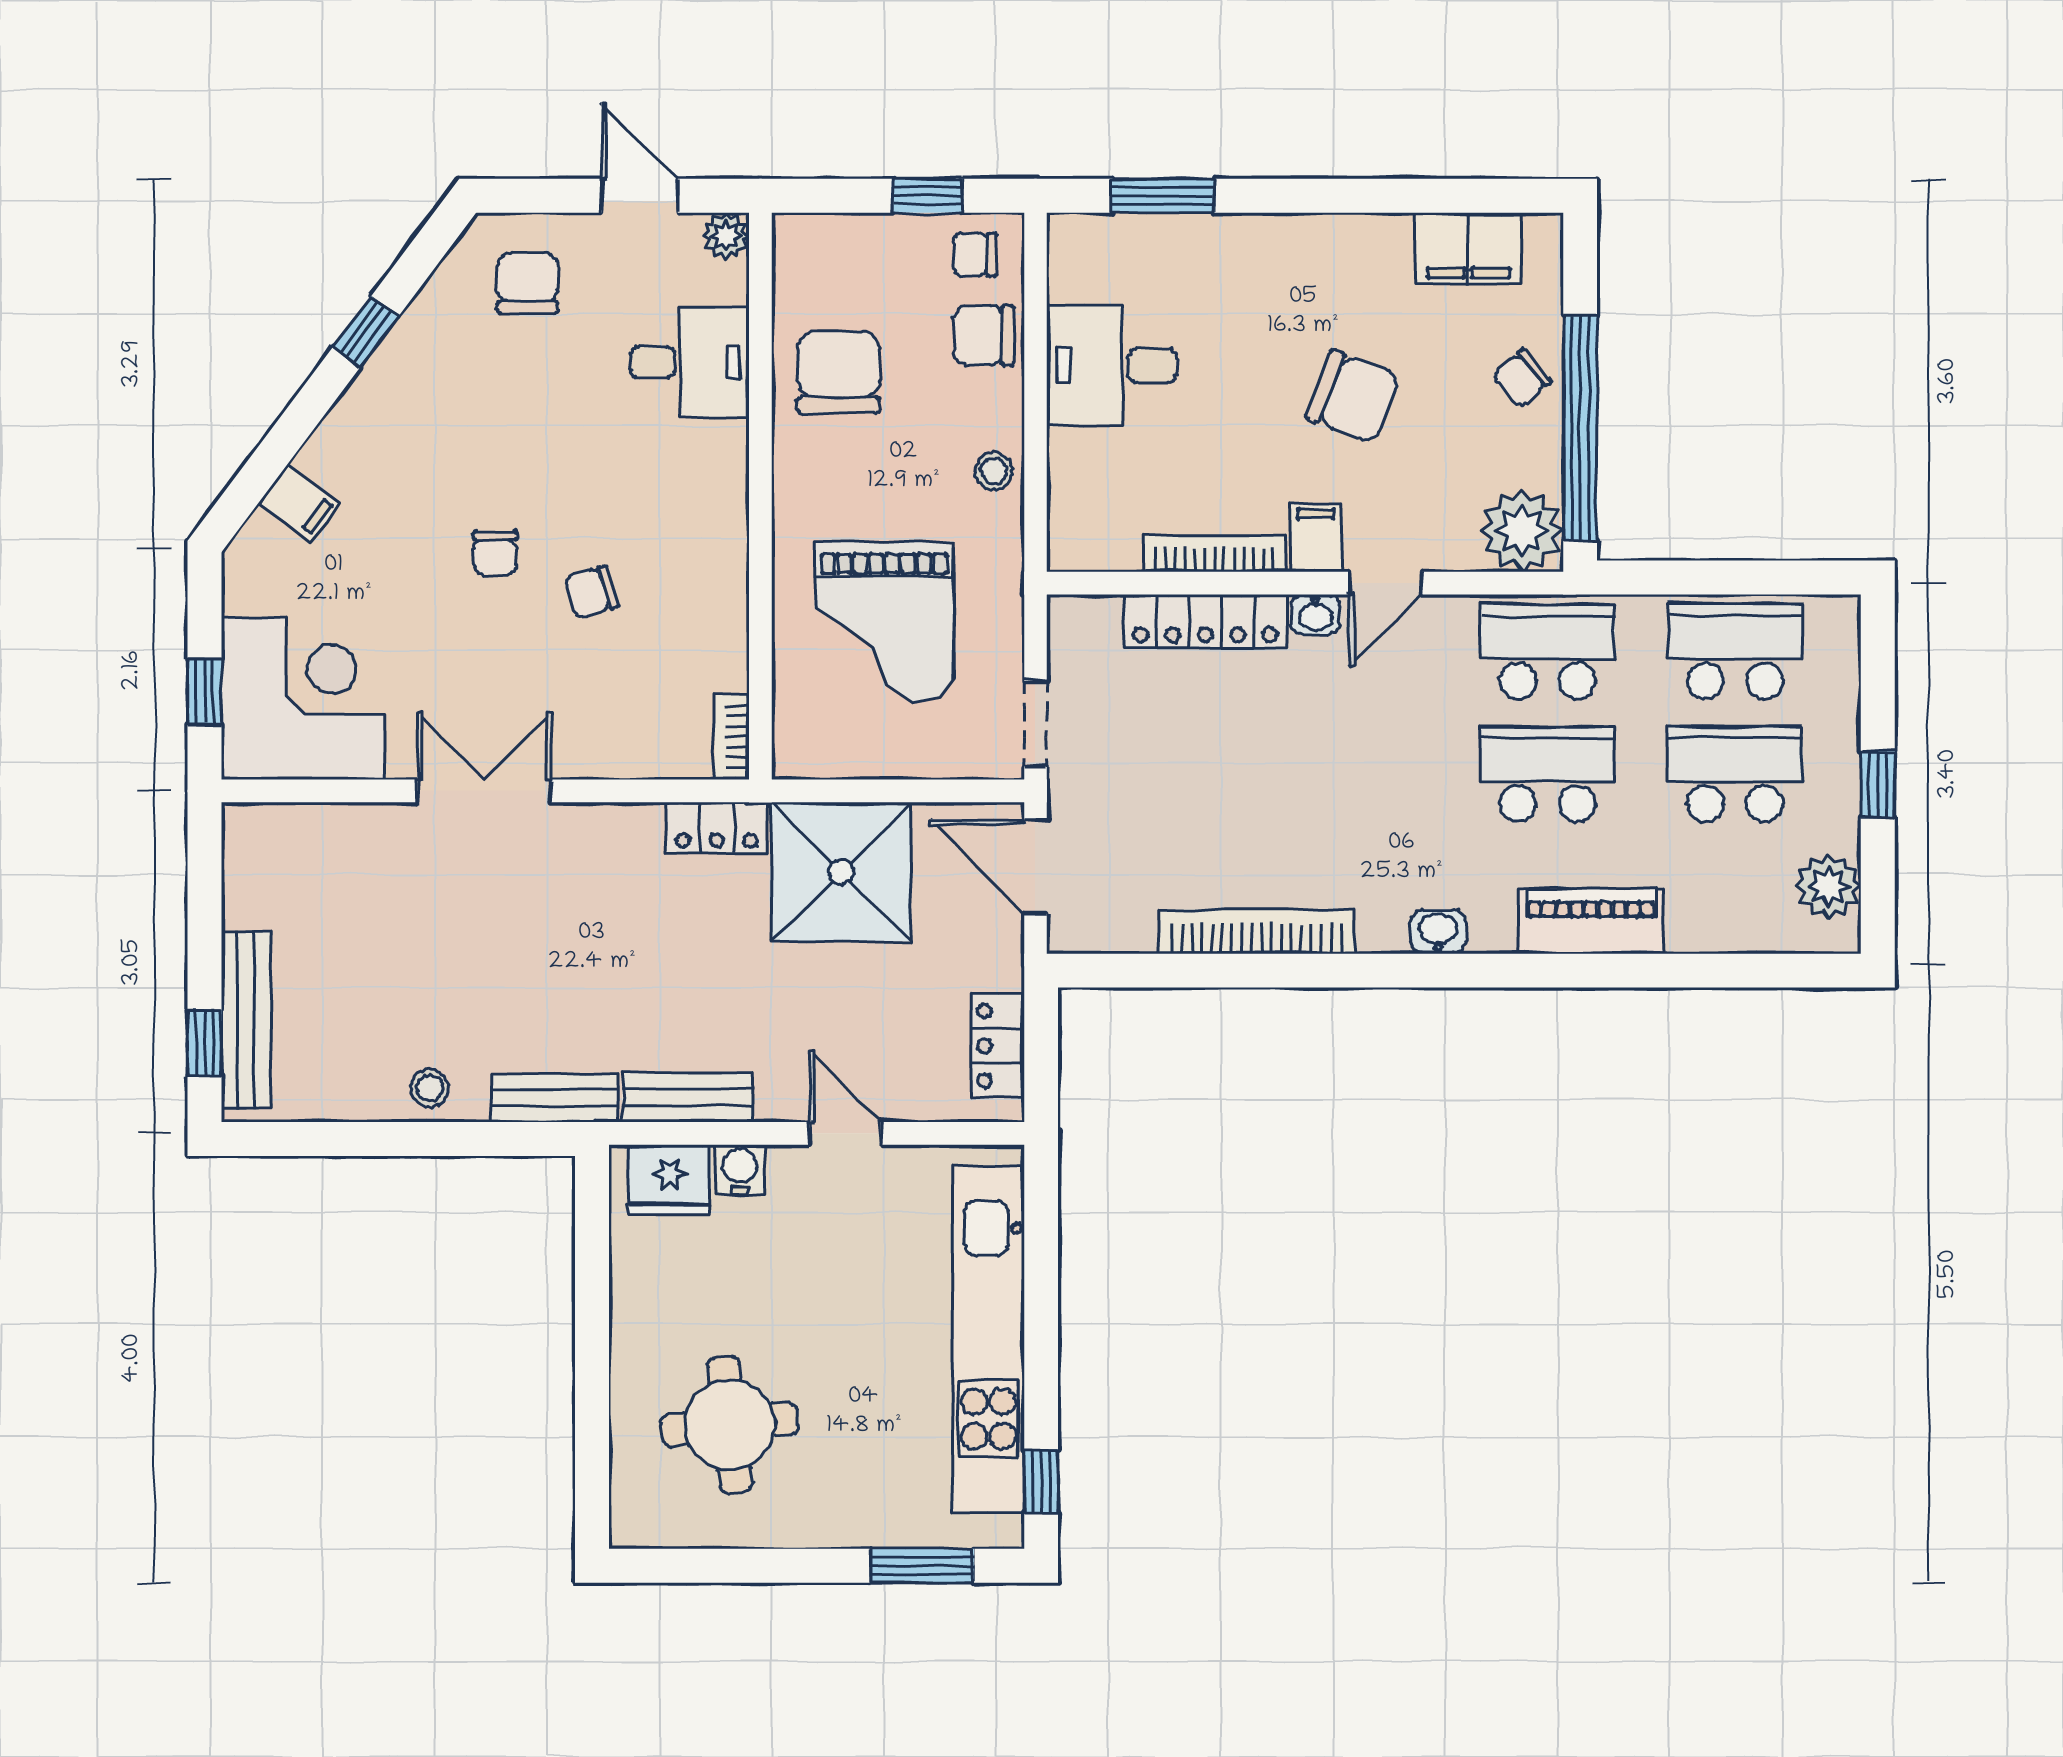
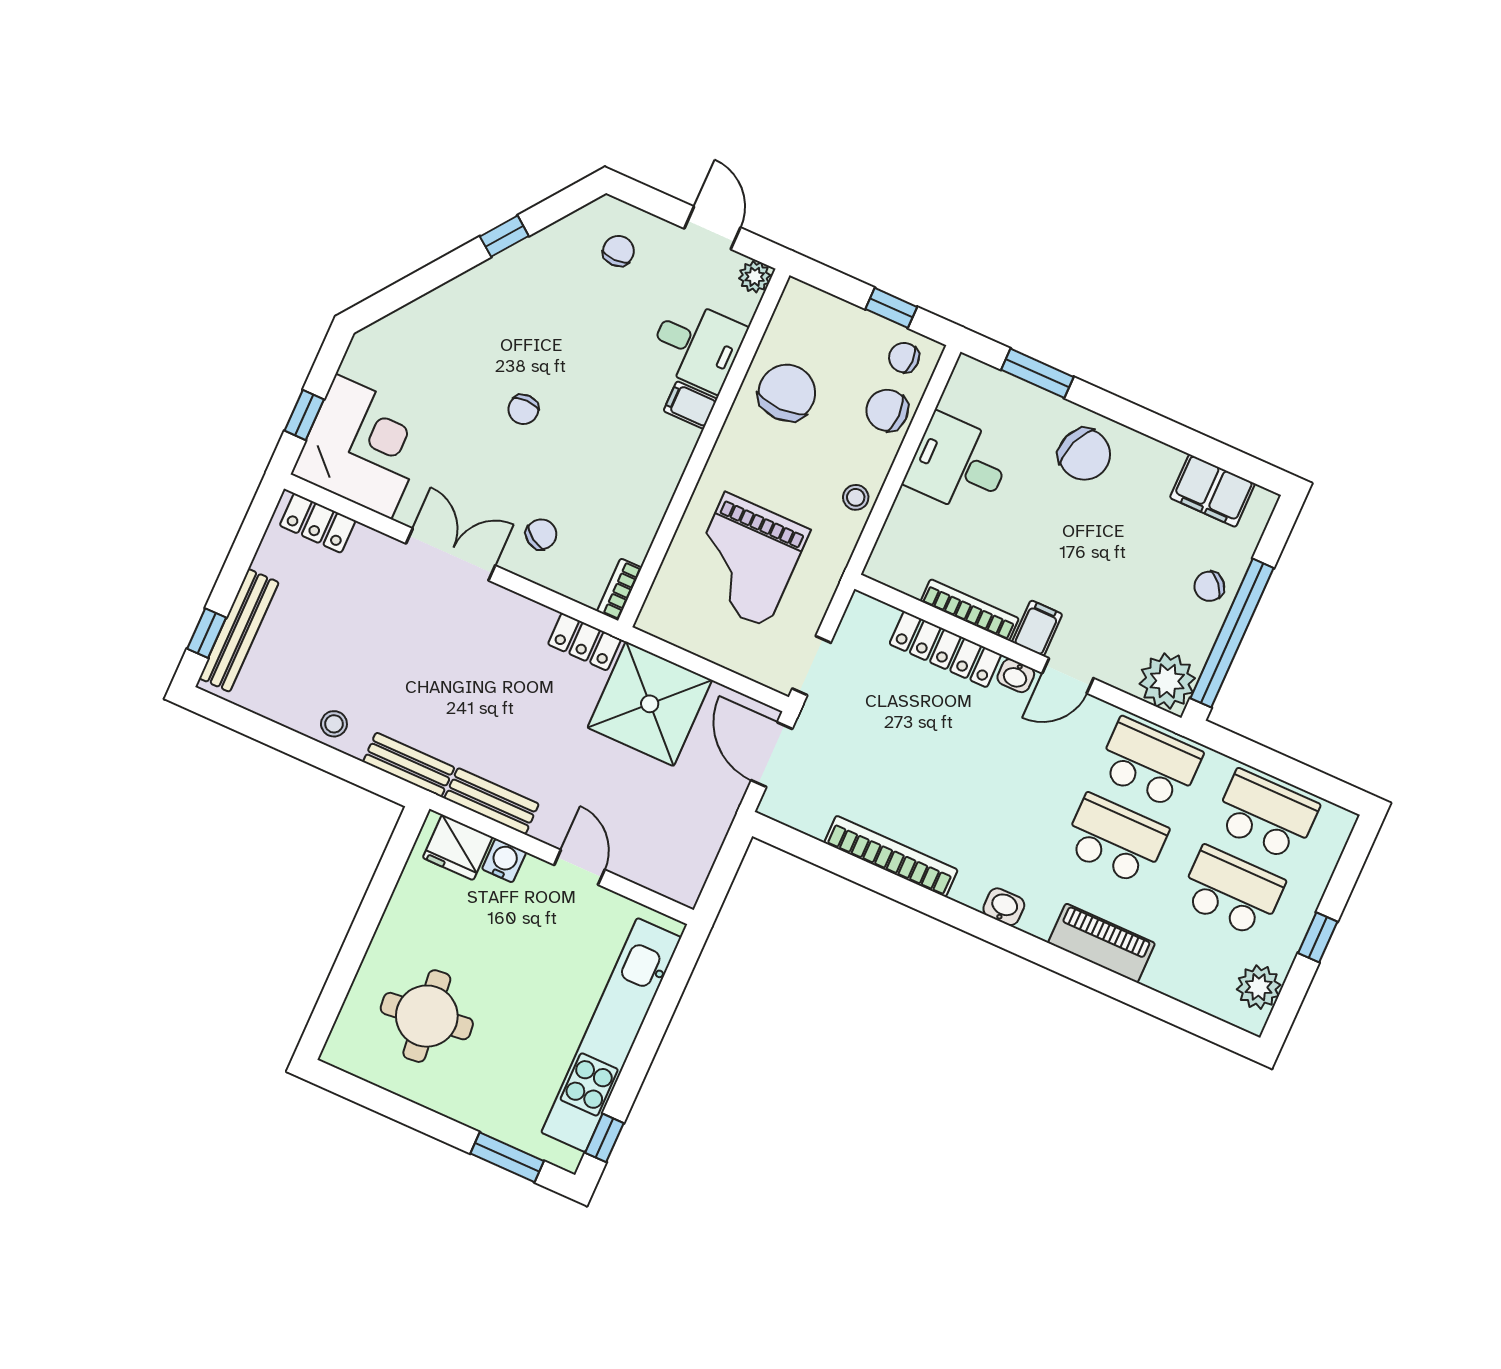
chair: (528, 283) -> (618, 251), width x0.73, depth x0.73
chair: (1353, 397) -> (1084, 454), moved
filing cabinet: (299, 503) -> (690, 405), moved, turned 143
chair: (591, 592) -> (541, 534), moved, turned 139
locker: (998, 1046) -> (318, 523), moved, turned -90

